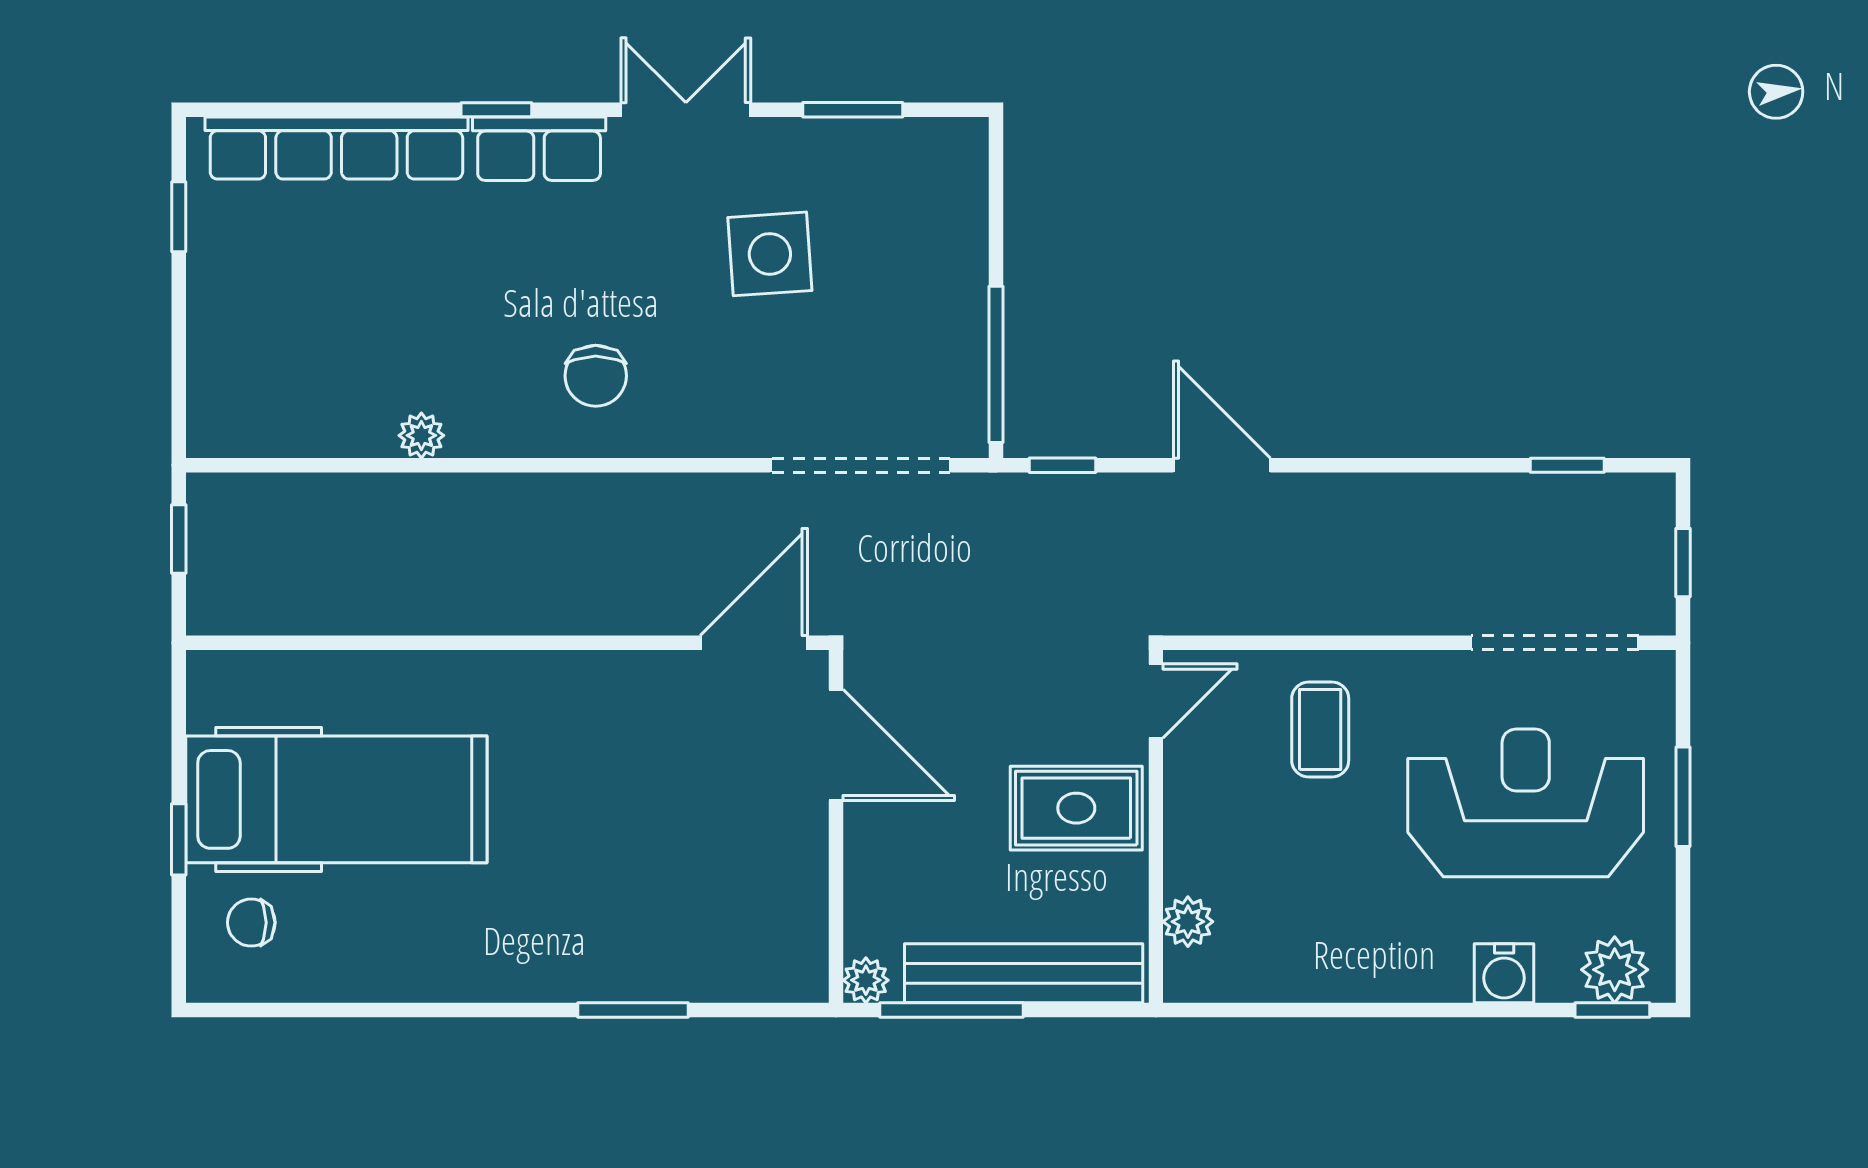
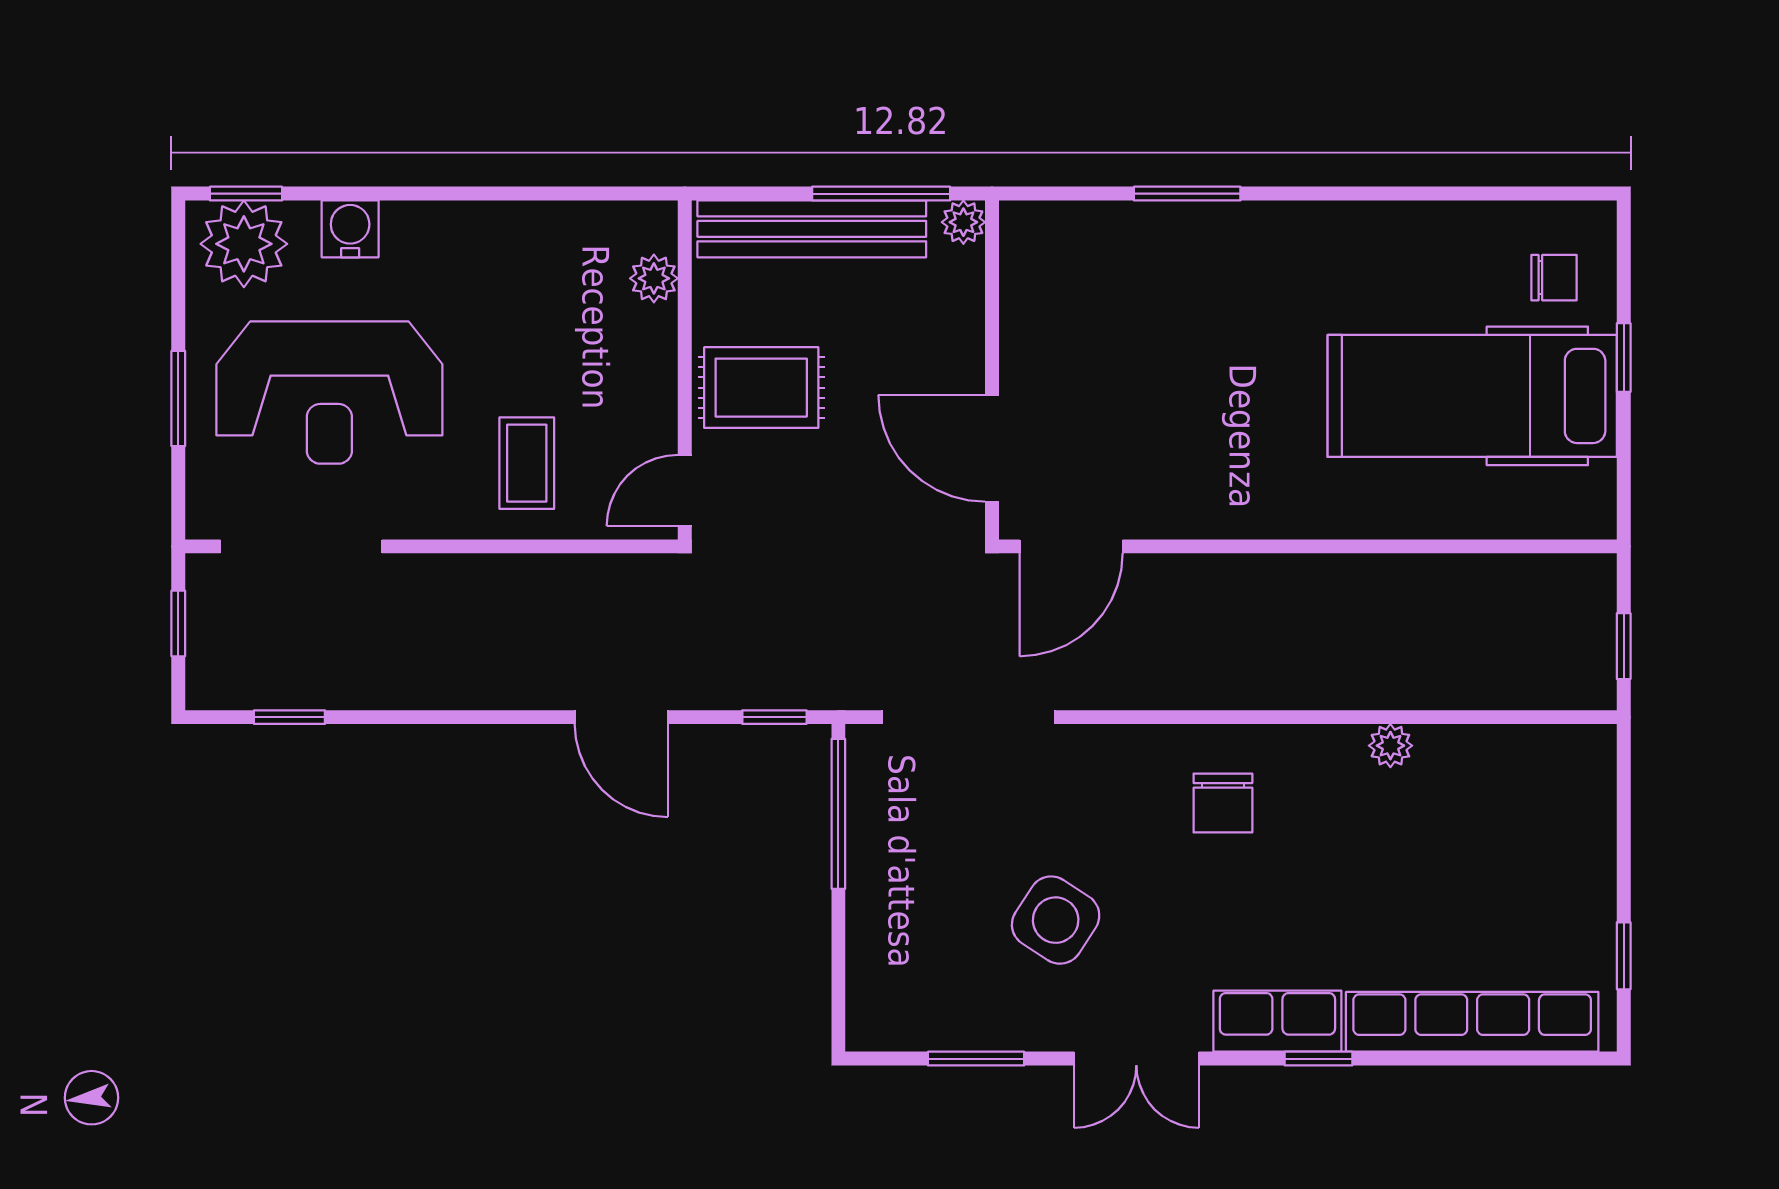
side table: (770, 254) -> (1056, 920), turned 37
chair: (596, 376) -> (1223, 803), turned 180
plant: (1615, 970) -> (244, 244), width x1.36, depth x1.36

